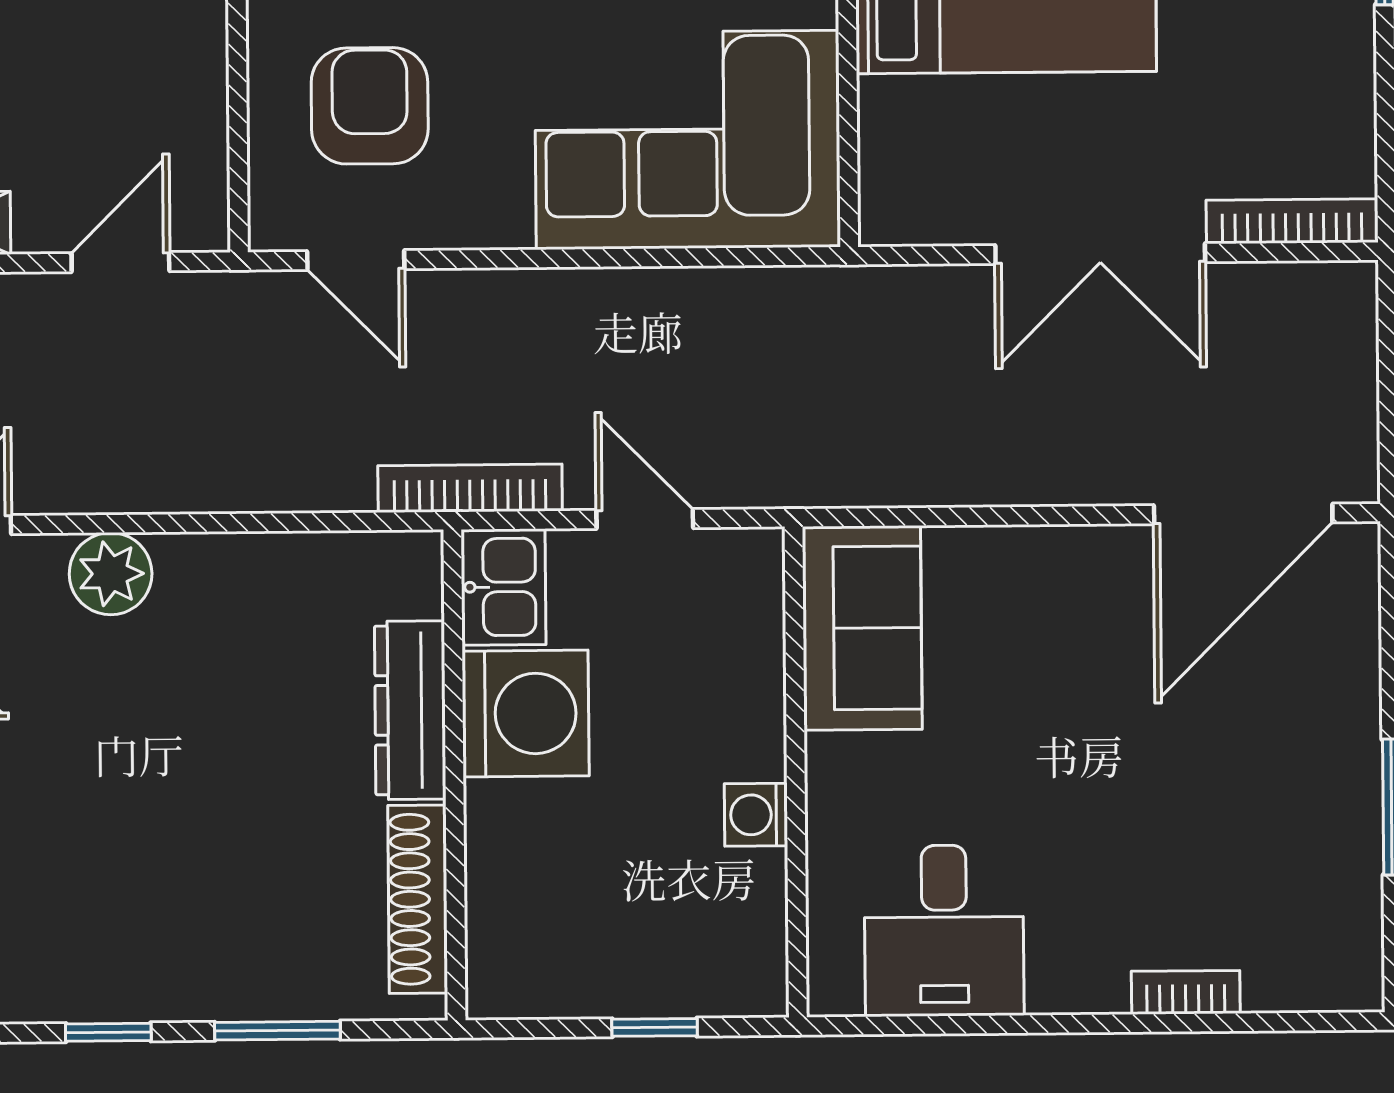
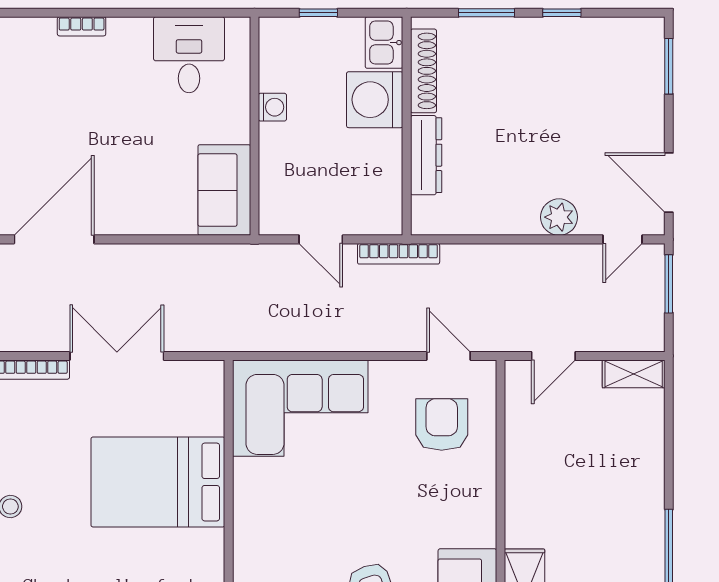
armchair: (370, 106) -> (442, 425), turned 180
kitchen sink: (503, 587) -> (384, 43), moved
washing machine: (526, 714) -> (375, 100), moved

